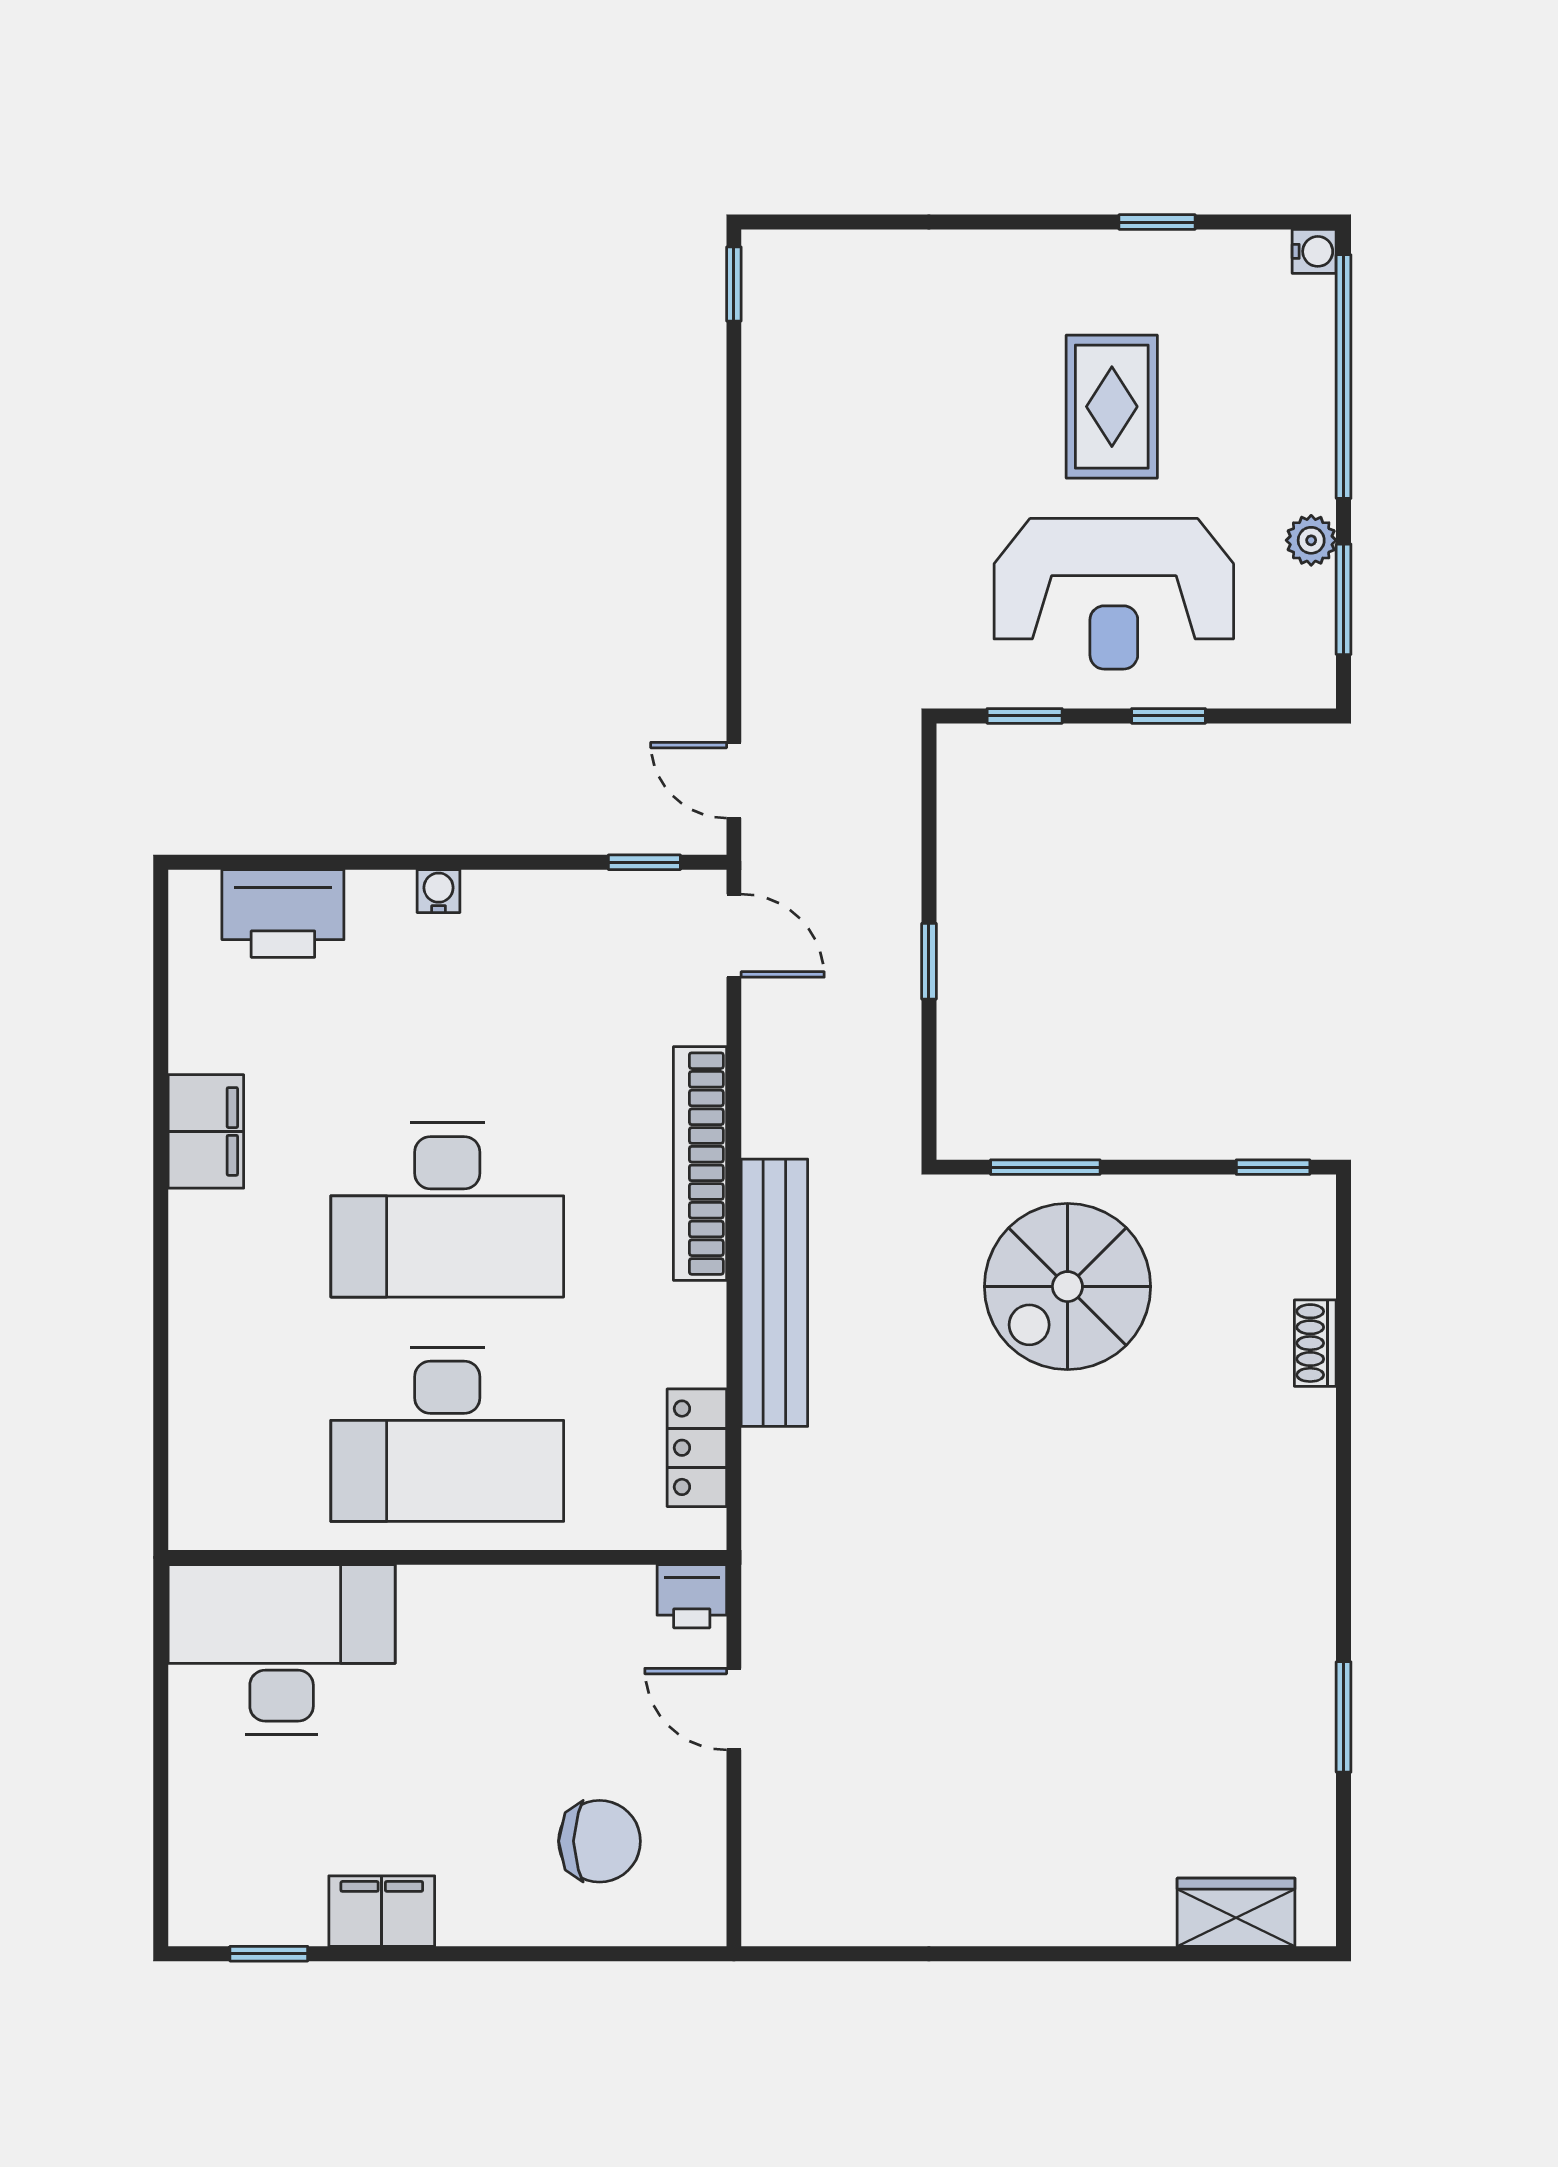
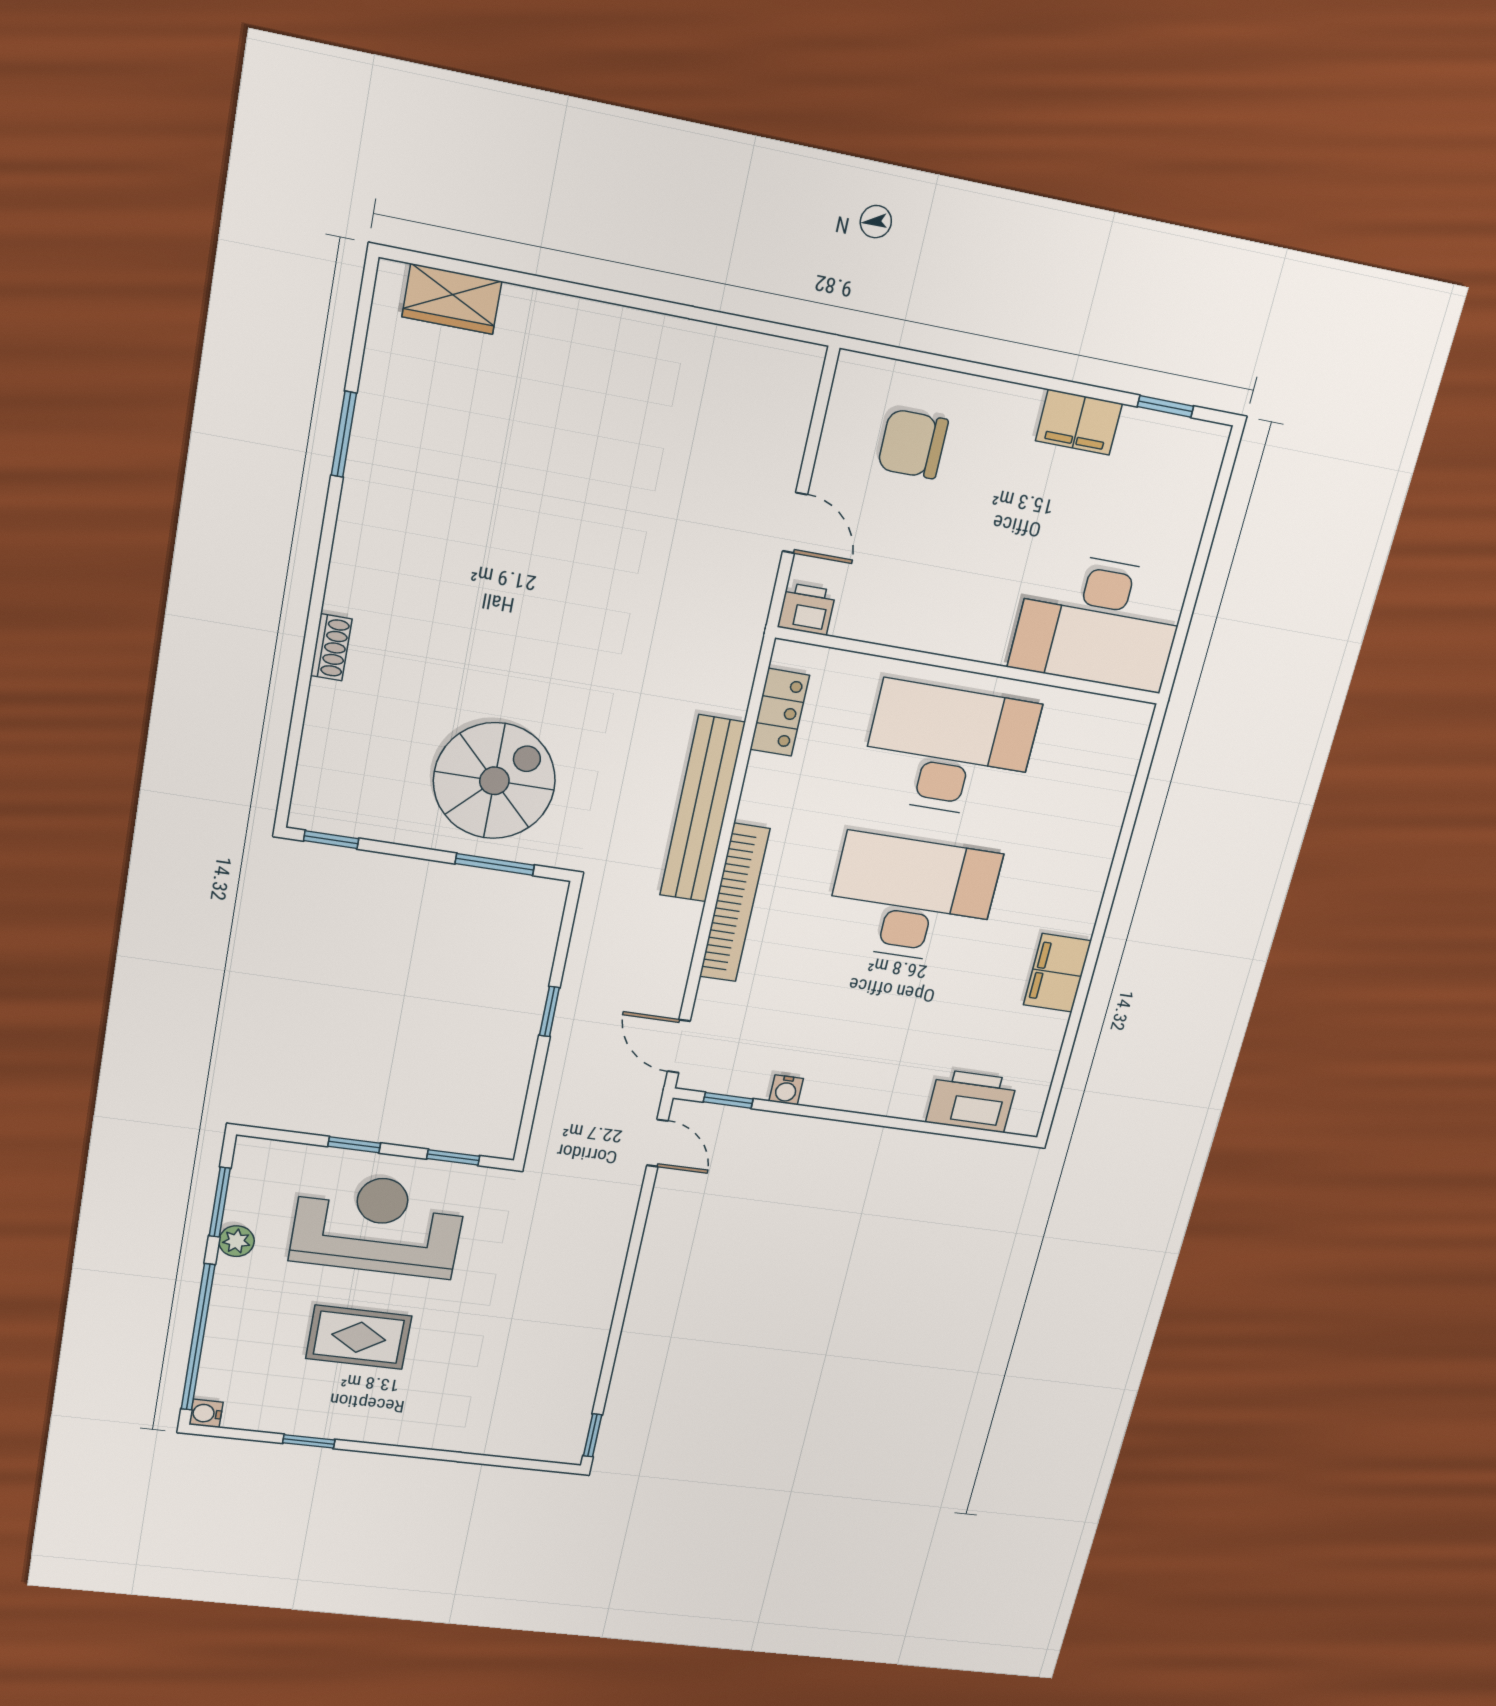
rug: (1112, 407) -> (359, 1337), turned 90
water cooler: (439, 891) -> (786, 1090), moved
shoe rack: (1315, 1343) -> (331, 647), moved

